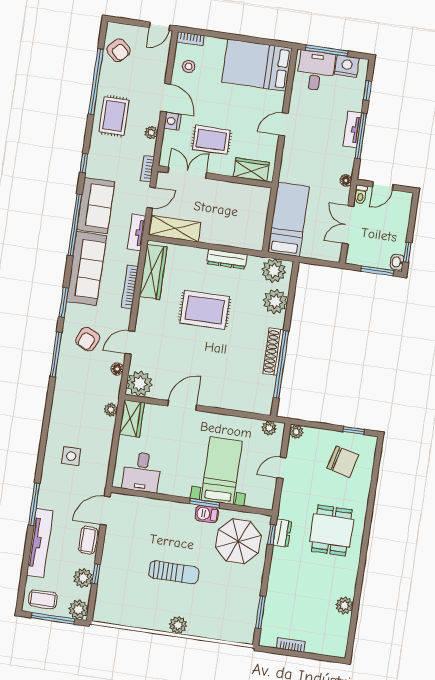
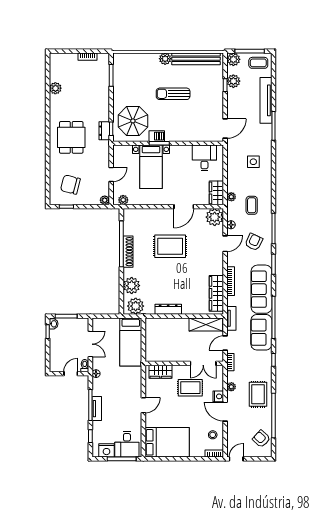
rug: (205, 310) -> (170, 246), moved
coffee table: (88, 540) -> (252, 205), moved
bench: (133, 618) -> (196, 59), added

